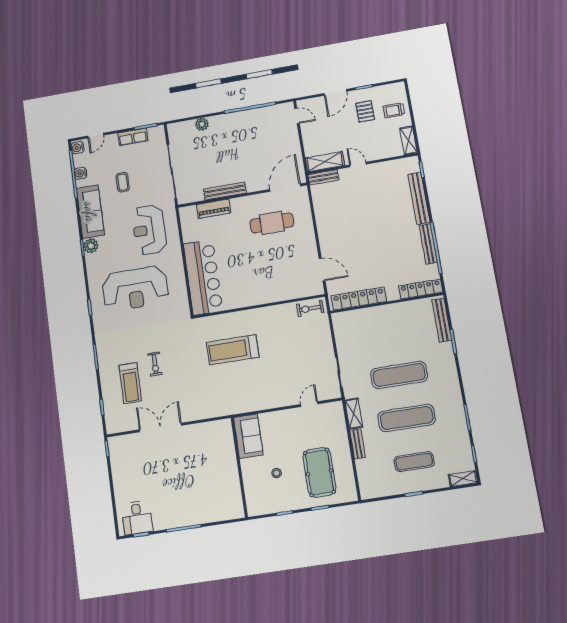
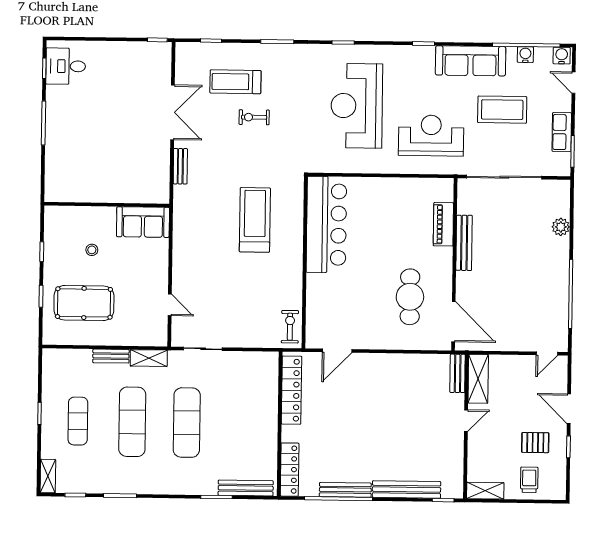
coffee table: (123, 182) -> (502, 110), width x1.86, depth x1.72
plant: (91, 246) -> (424, 55), removed
bar counter: (203, 277) -> (326, 224), moved, turned -90
bench: (201, 414) -> (180, 166), added

